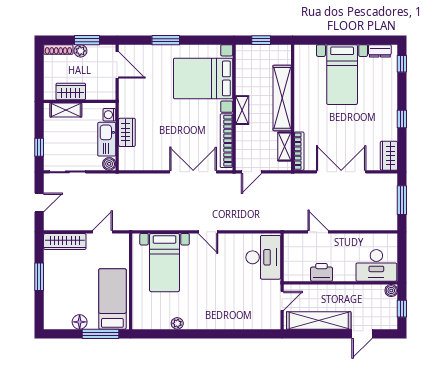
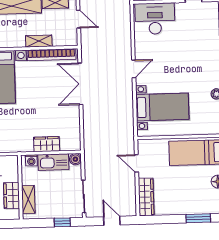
shelving: (242, 110) -> (39, 41), moved
door: (252, 172) -> (78, 19), moved
window: (39, 277) -> (198, 218), moved

